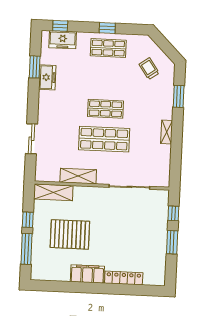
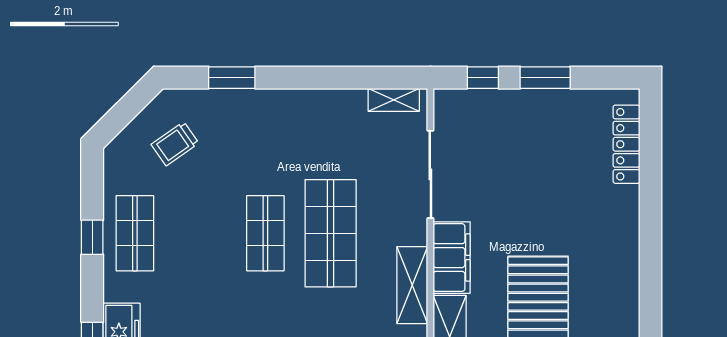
shelving: (167, 132) -> (394, 100), moved
filing cabinet: (87, 274) -> (452, 258), moved, turned 180
locker: (124, 278) -> (626, 144), moved

